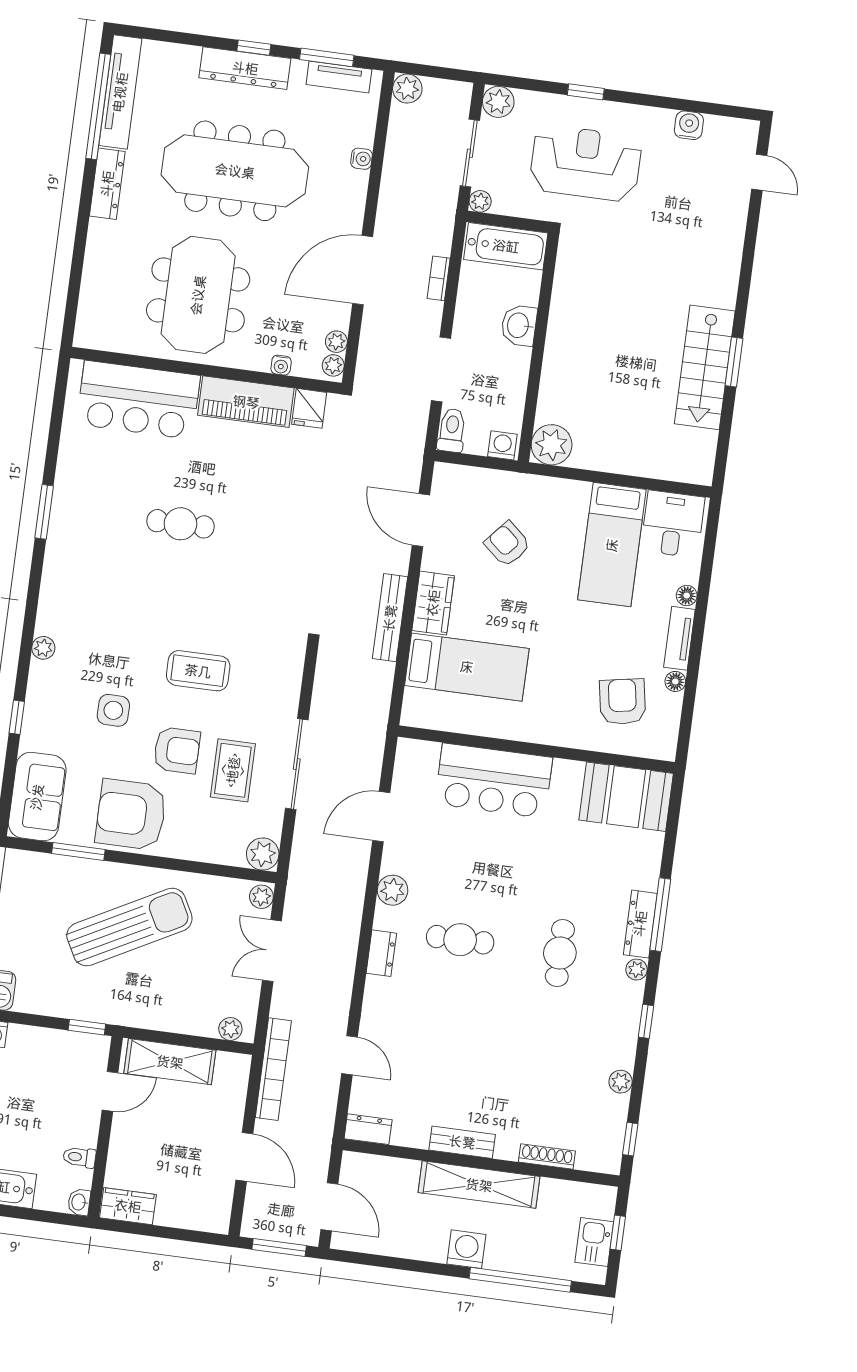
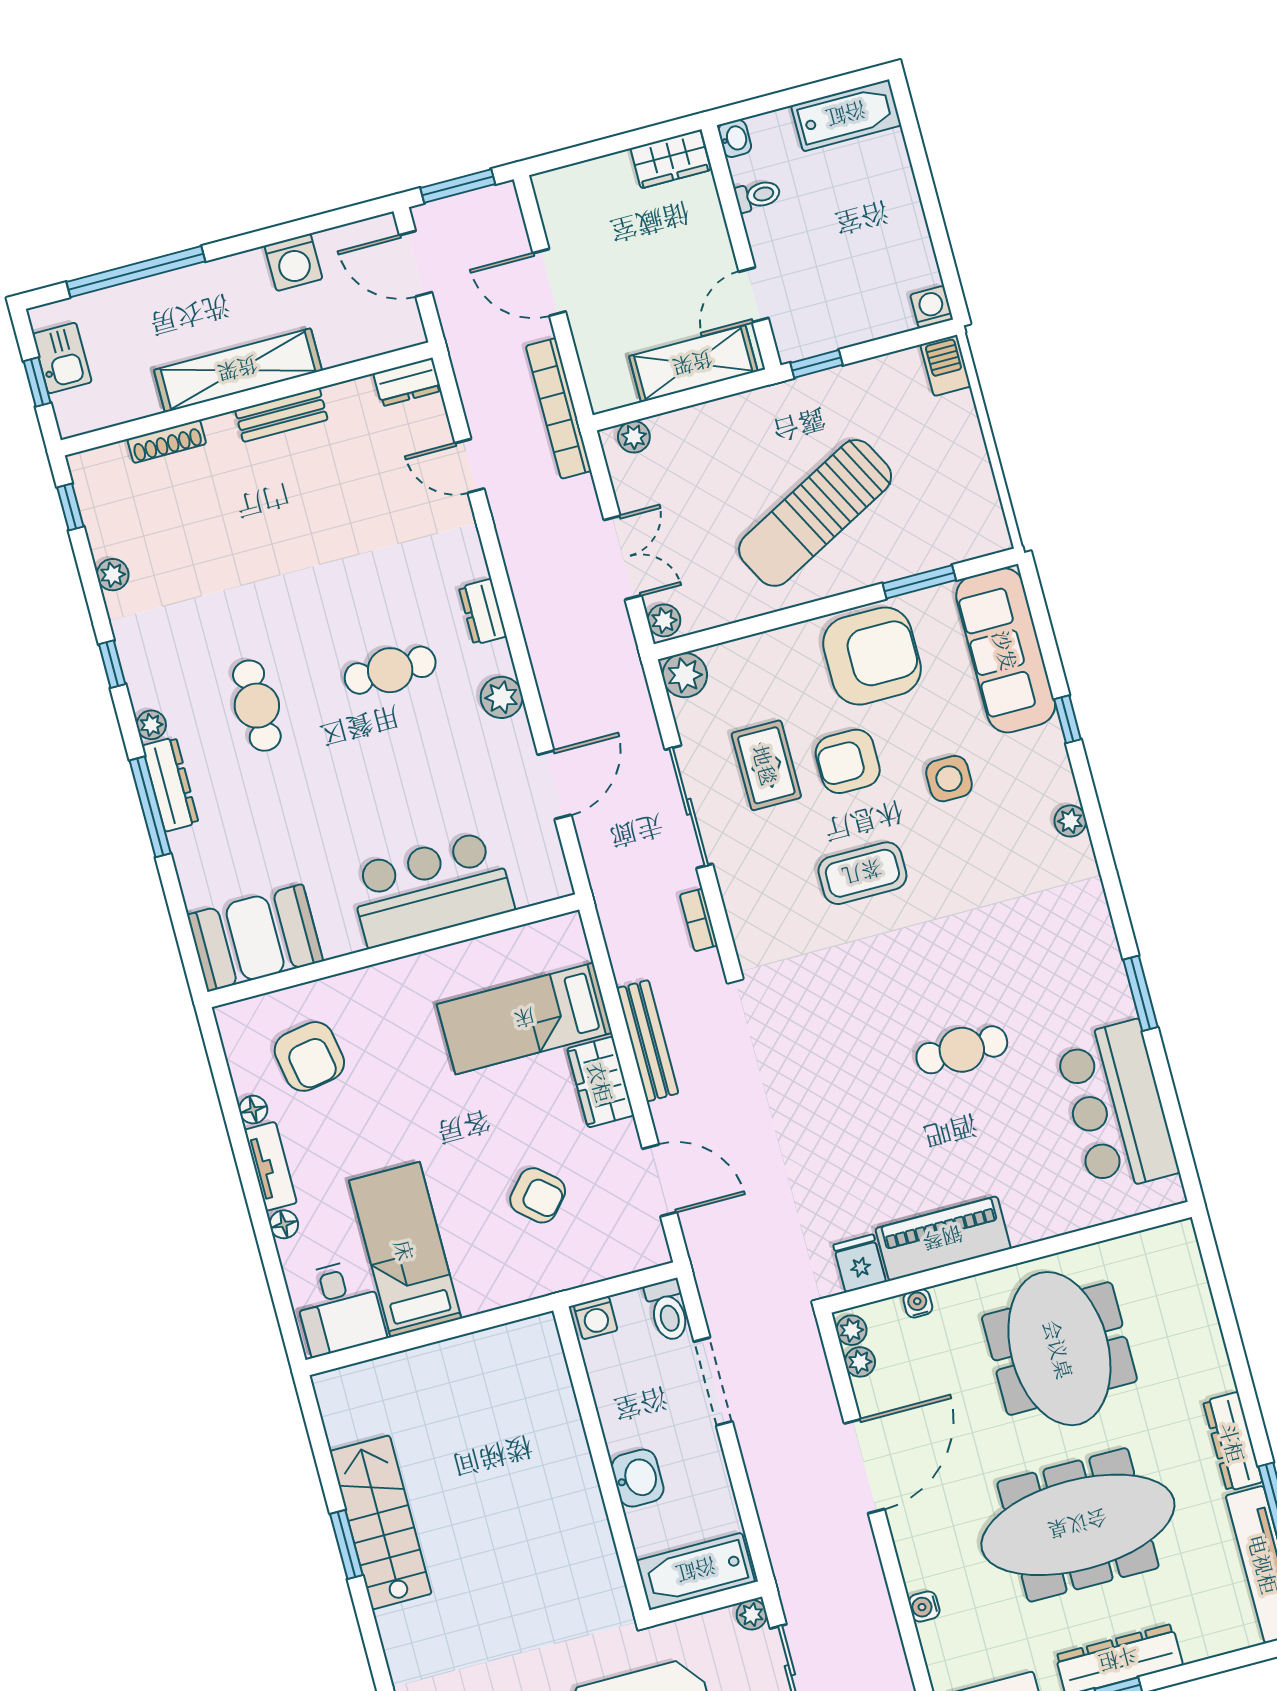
bookcase: (439, 278) -> (699, 920), moved, turned 180
bar counter: (138, 400) -> (1117, 1107), moved, turned -90
plant: (552, 445) -> (534, 1344), removed
sofa: (37, 797) -> (1006, 650), width x1.36
washing machine: (466, 1249) -> (294, 262), moved

